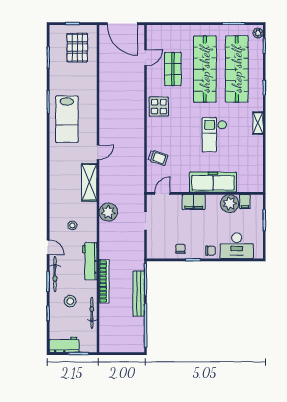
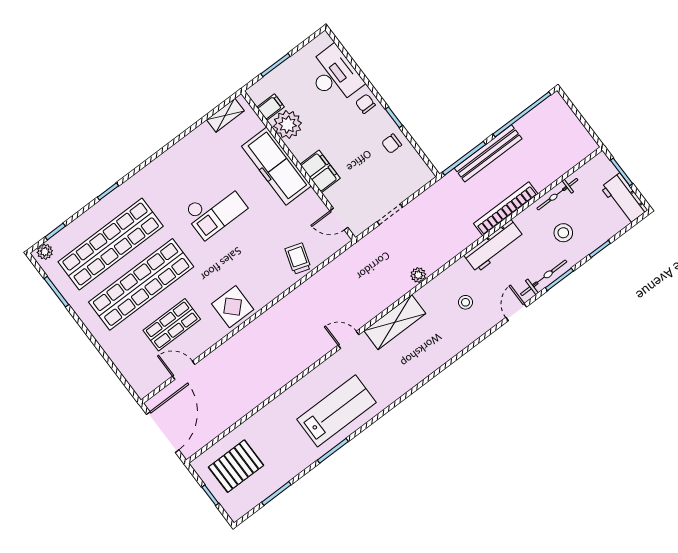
shelving: (258, 123) -> (225, 115), moved
plant: (108, 212) -> (418, 275), width x0.53, depth x0.53

